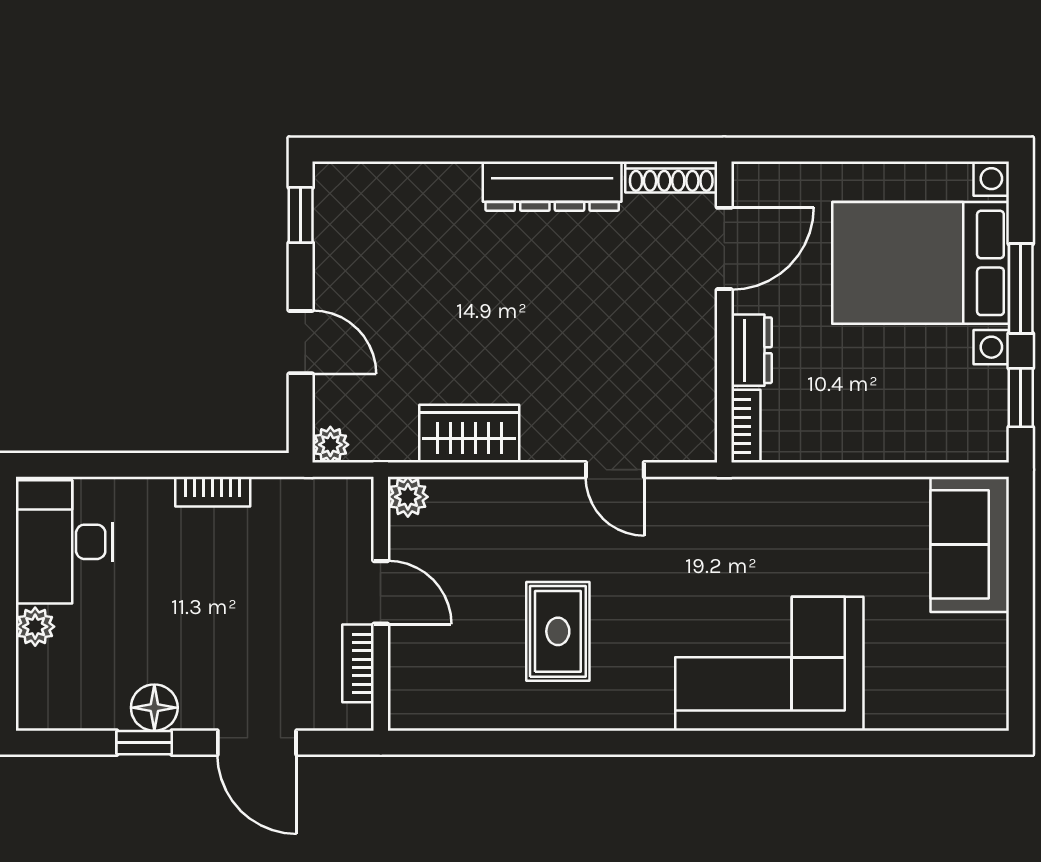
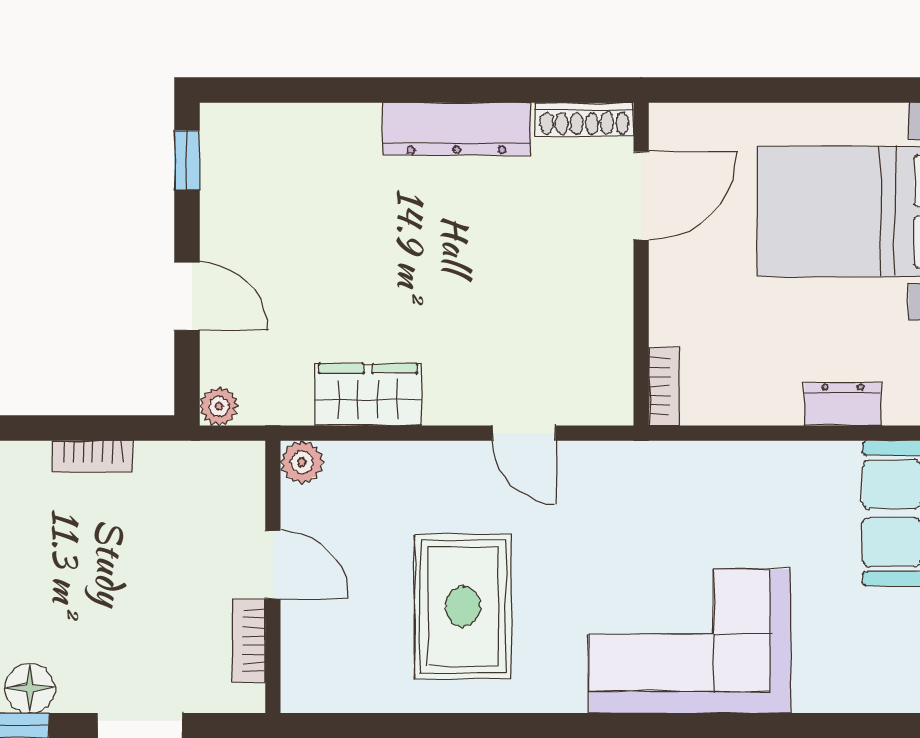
dresser: (751, 350) -> (843, 404), moved, turned -90
rug: (558, 631) -> (463, 606), width x1.36, depth x1.43

